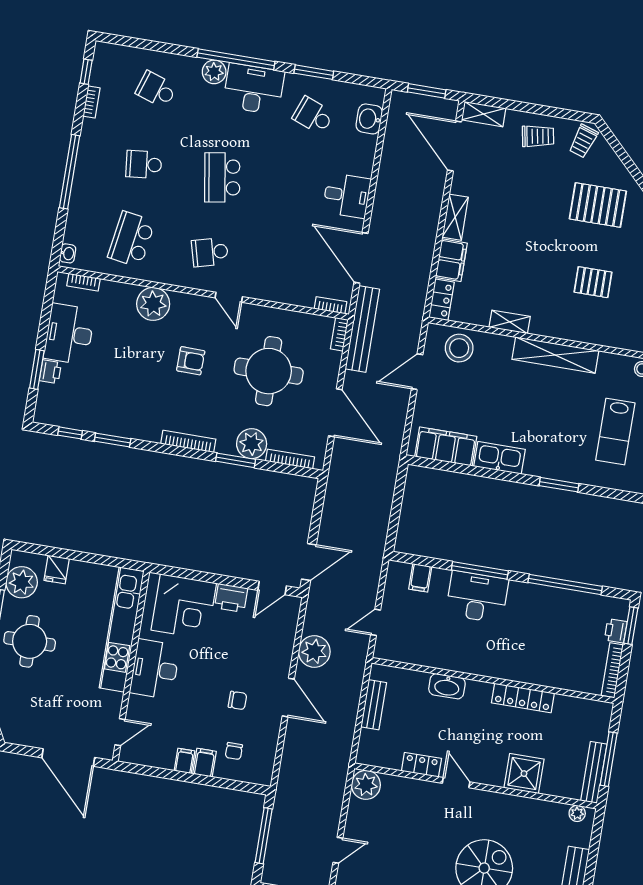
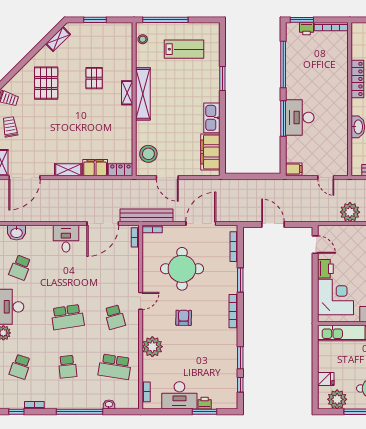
washbasin: (68, 253) -> (109, 405), moved
shelving: (510, 322) -> (127, 93), moved
plant: (252, 444) -> (228, 272), removed
door: (309, 562) -> (273, 224), moved
filing cabinet: (420, 578) -> (294, 169), moved

